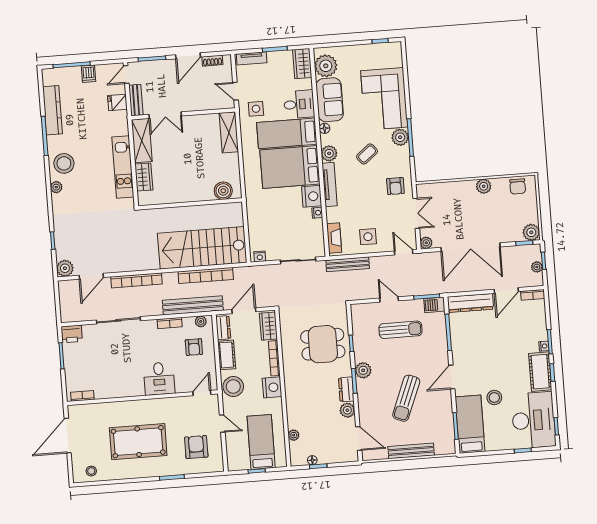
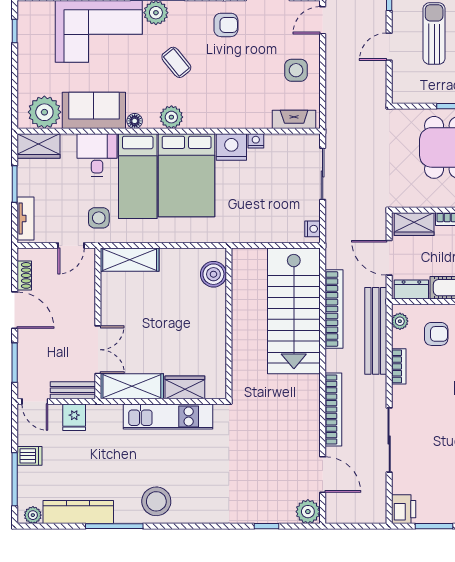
tv unit: (330, 185) -> (216, 120), removed
plant: (56, 187) -> (33, 515), moved
bench: (348, 264) -> (334, 103), removed

